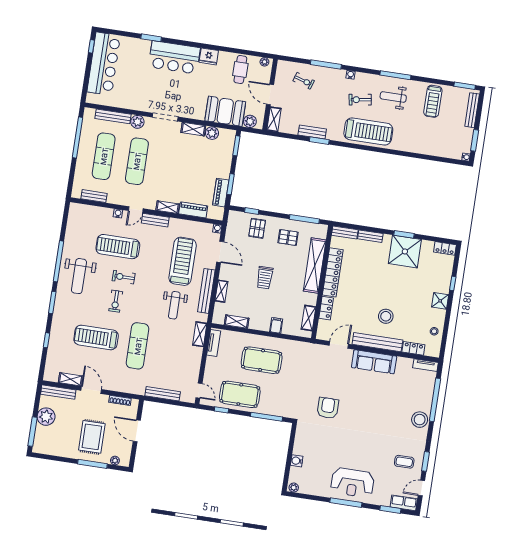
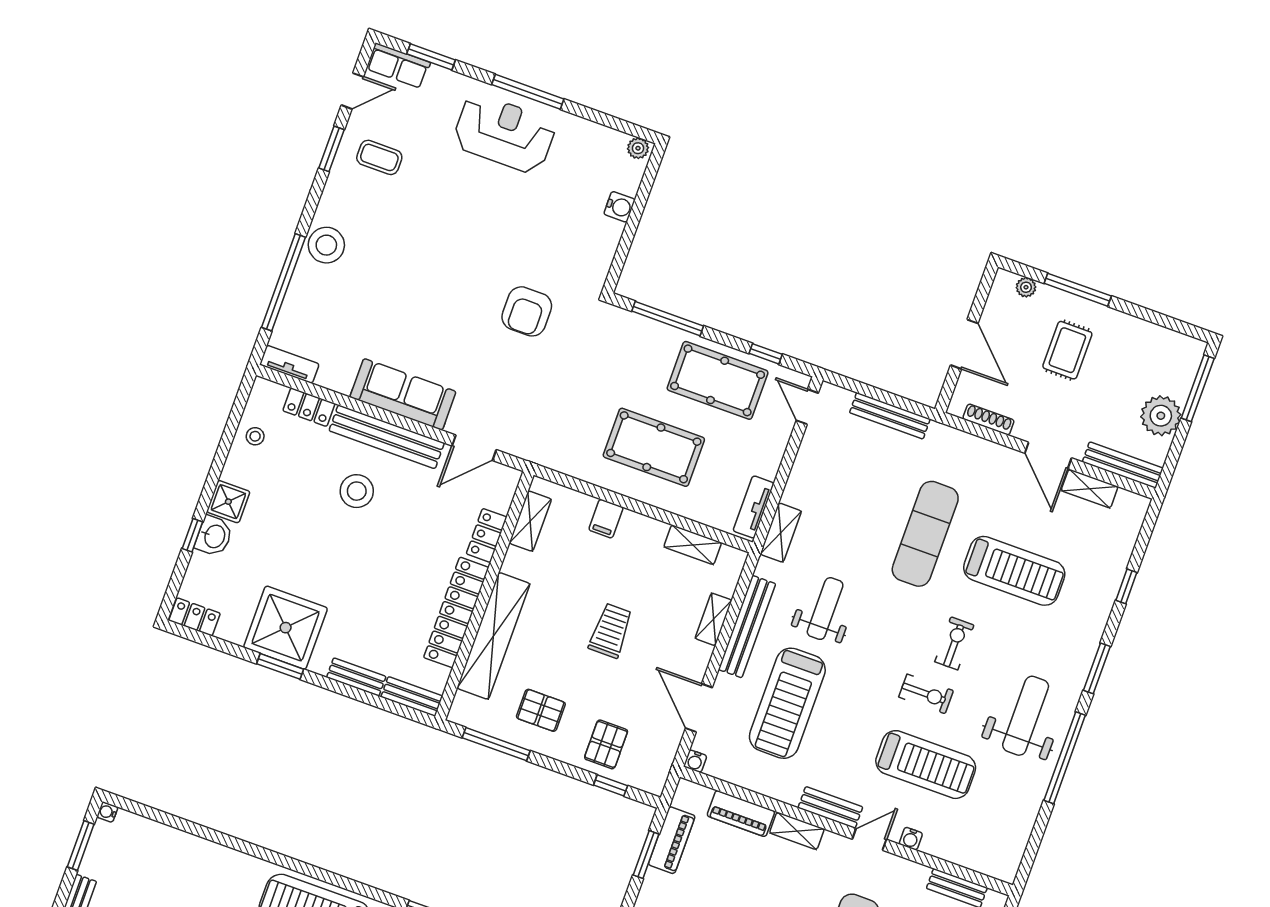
washbasin: (443, 285) -> (214, 536), added
rug: (92, 437) -> (1067, 350), width x0.73, depth x0.70

